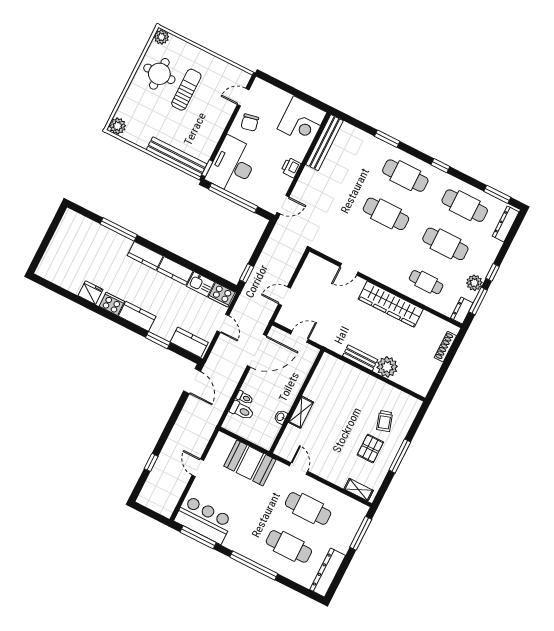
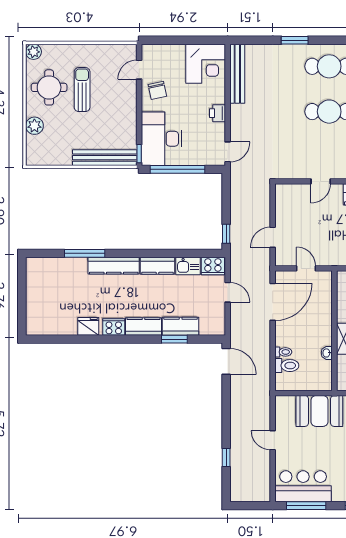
plant: (118, 126) -> (34, 126), moved
kitchen counter: (145, 256) -> (114, 266), width x1.50
door: (299, 337) -> (306, 268), hinge flipped
kitchen counter: (189, 342) -> (181, 326), moved

